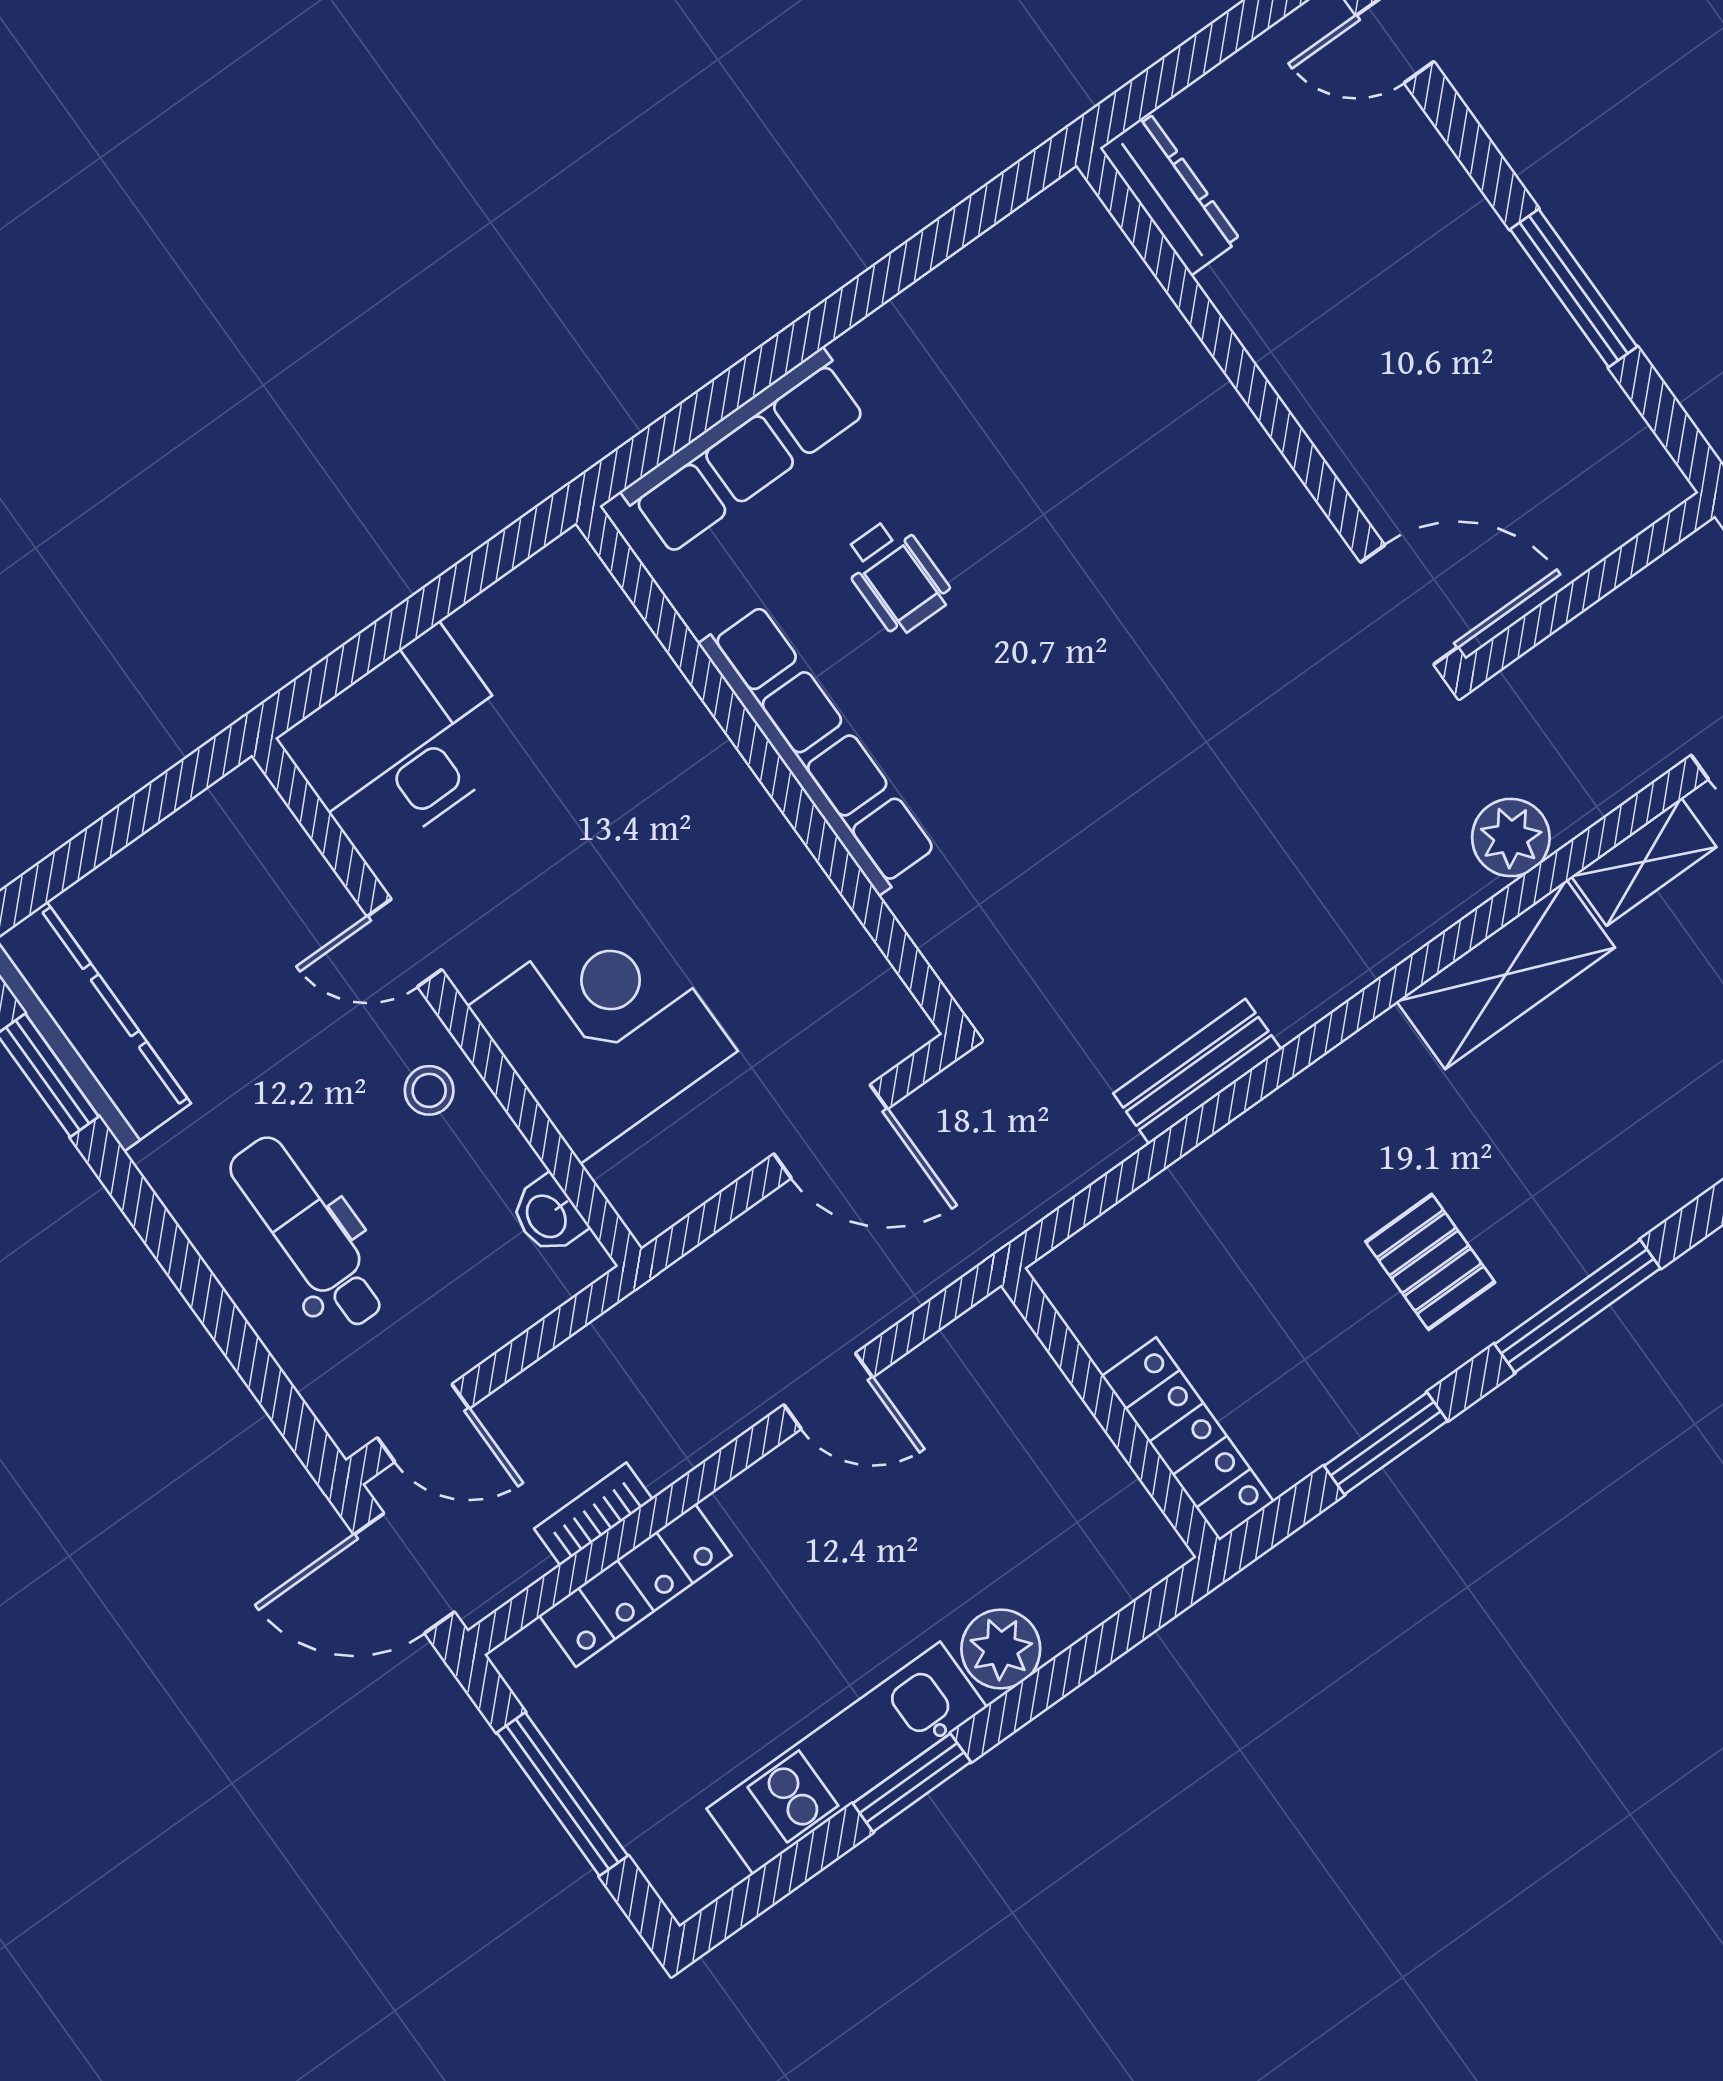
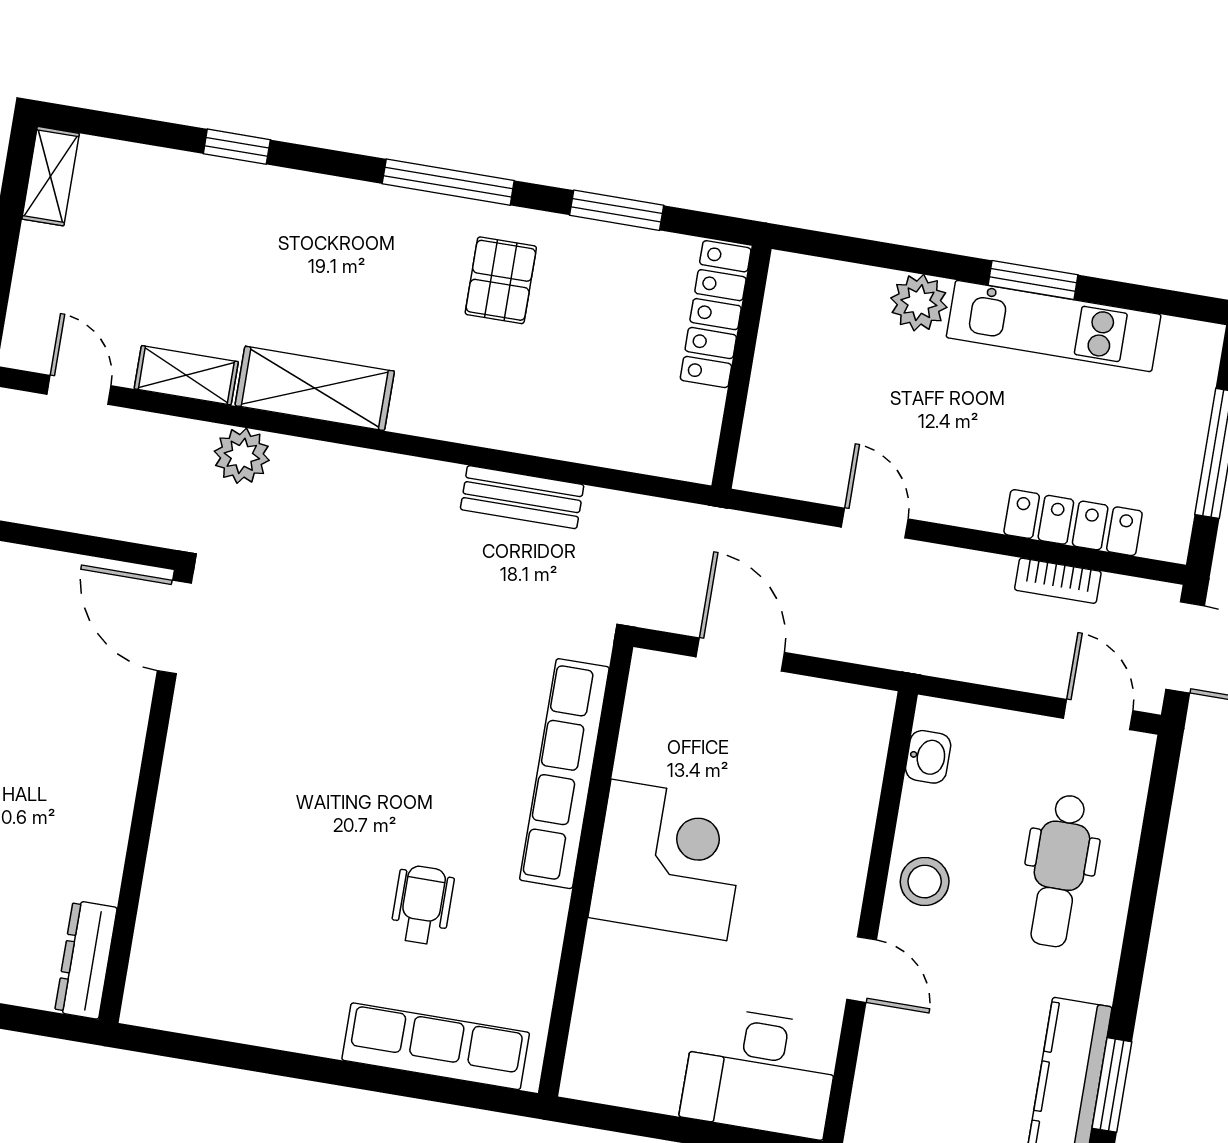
row of seats: (818, 749) -> (564, 774), moved
corner desk: (602, 1029) -> (669, 860), moved, turned 180
stool: (429, 1090) -> (925, 882), width x1.37, depth x1.37

